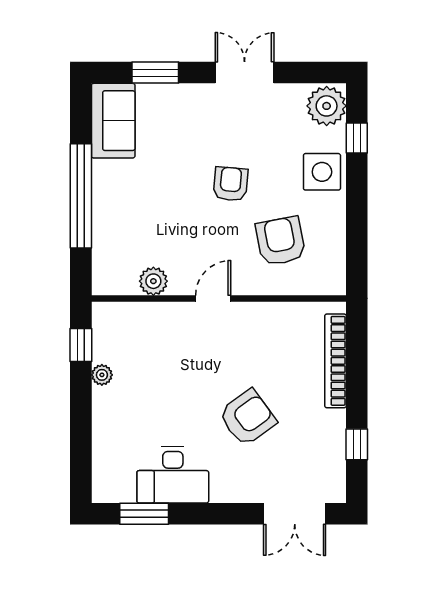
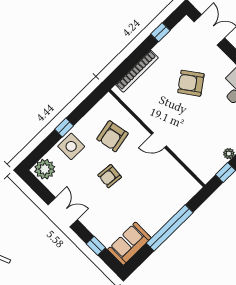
window: (155, 73) -> (96, 246), width x0.67
double door: (245, 73) -> (63, 212), swing flipped
window: (357, 138) -> (64, 127), moved
plant: (153, 281) -> (175, 169), removed

